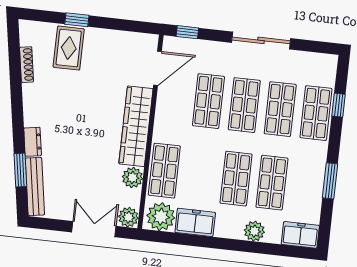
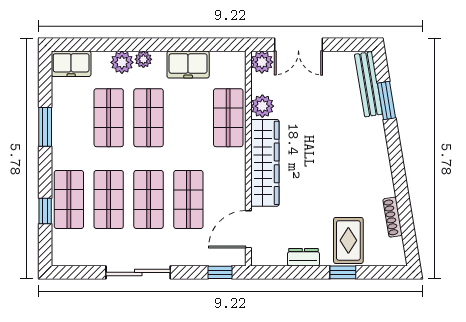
dresser: (33, 142) -> (303, 257), moved, turned 99
plant: (161, 217) -> (143, 59), moved, width x0.53, depth x0.53

